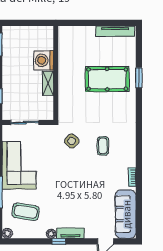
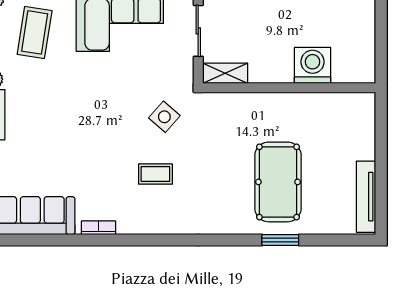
shelving: (48, 83) -> (225, 73), moved

